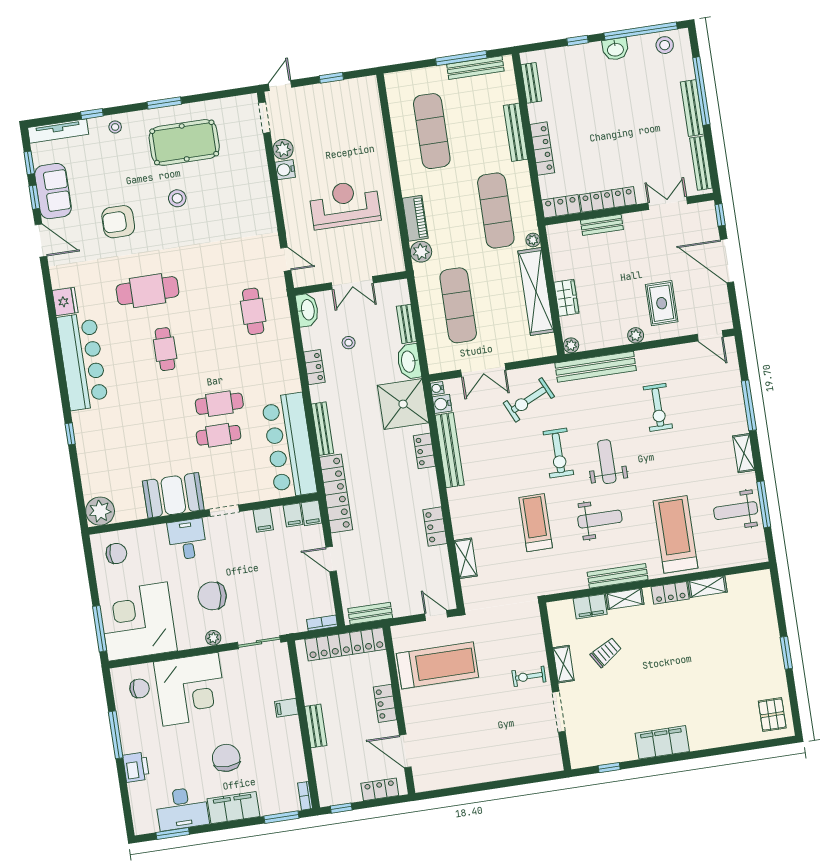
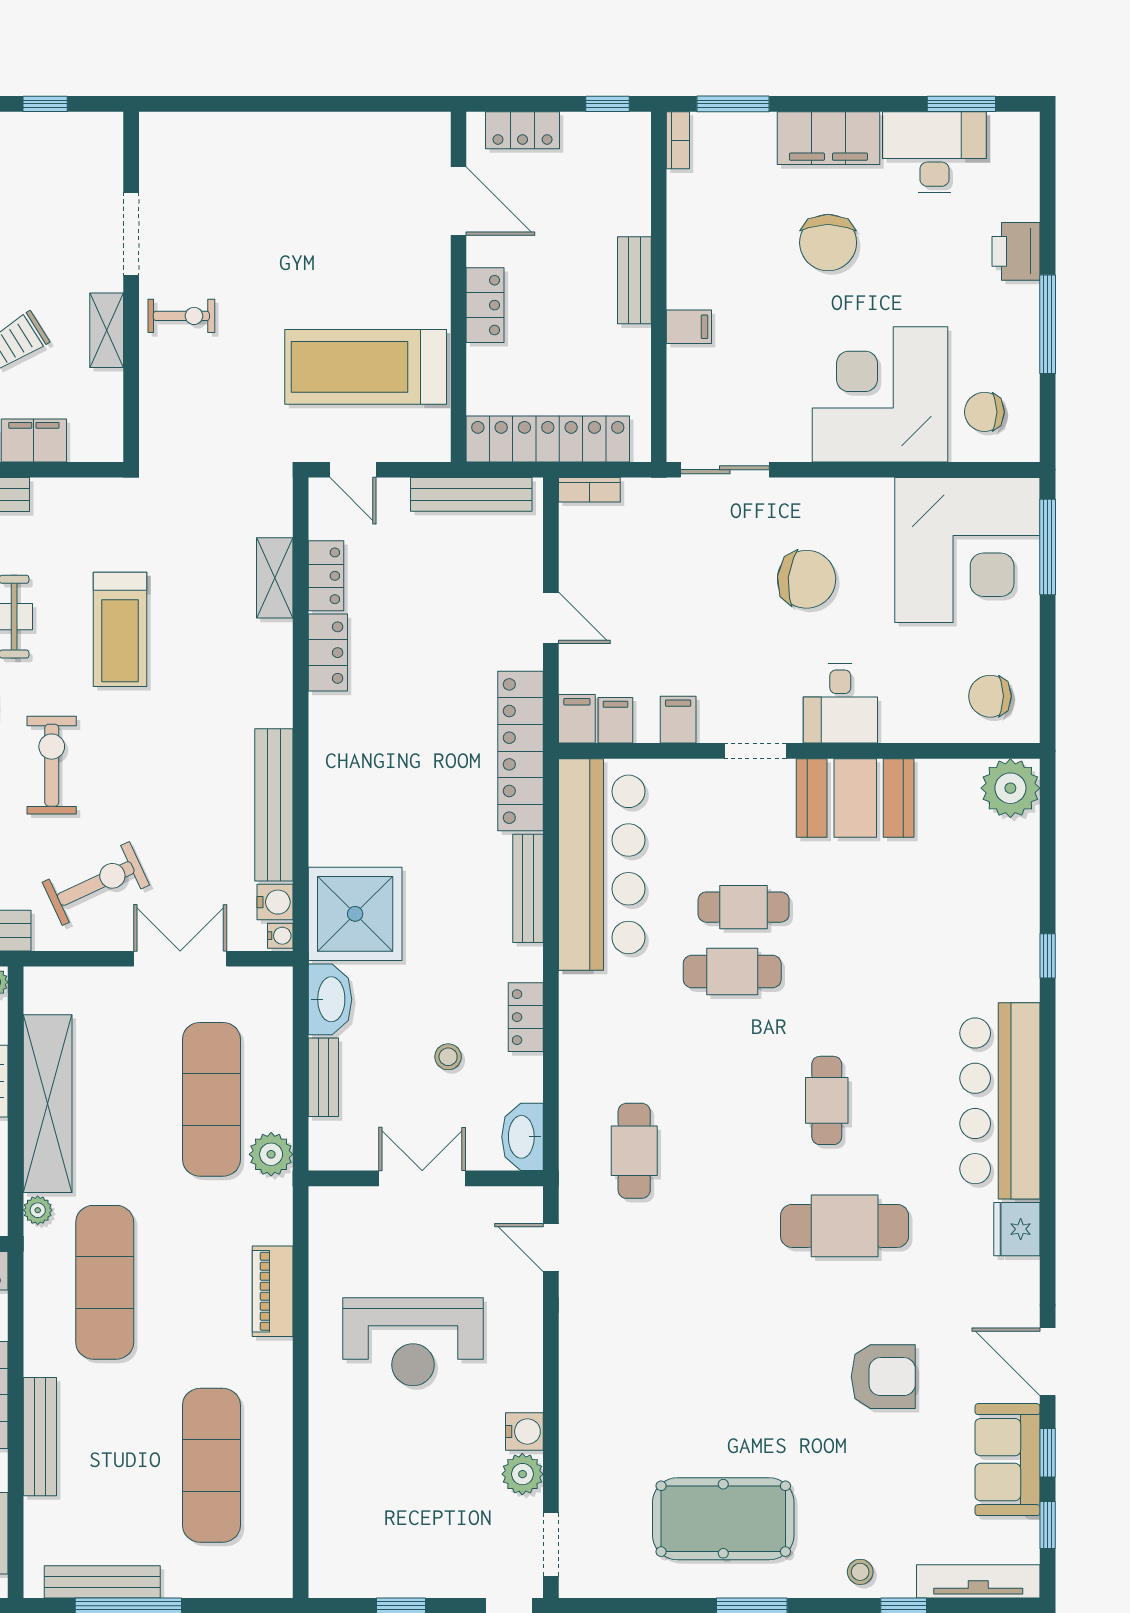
stool: (177, 198) -> (755, 1406), removed
plant: (421, 252) -> (271, 1154), moved
locker: (424, 451) -> (326, 576), moved
bench: (370, 613) -> (471, 494), width x1.36
plant: (213, 638) -> (817, 493), removed

